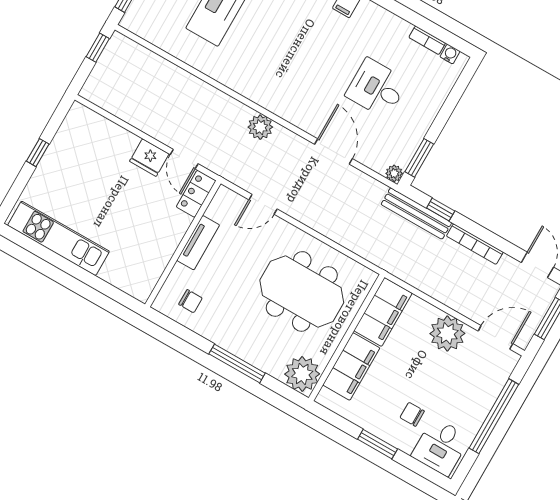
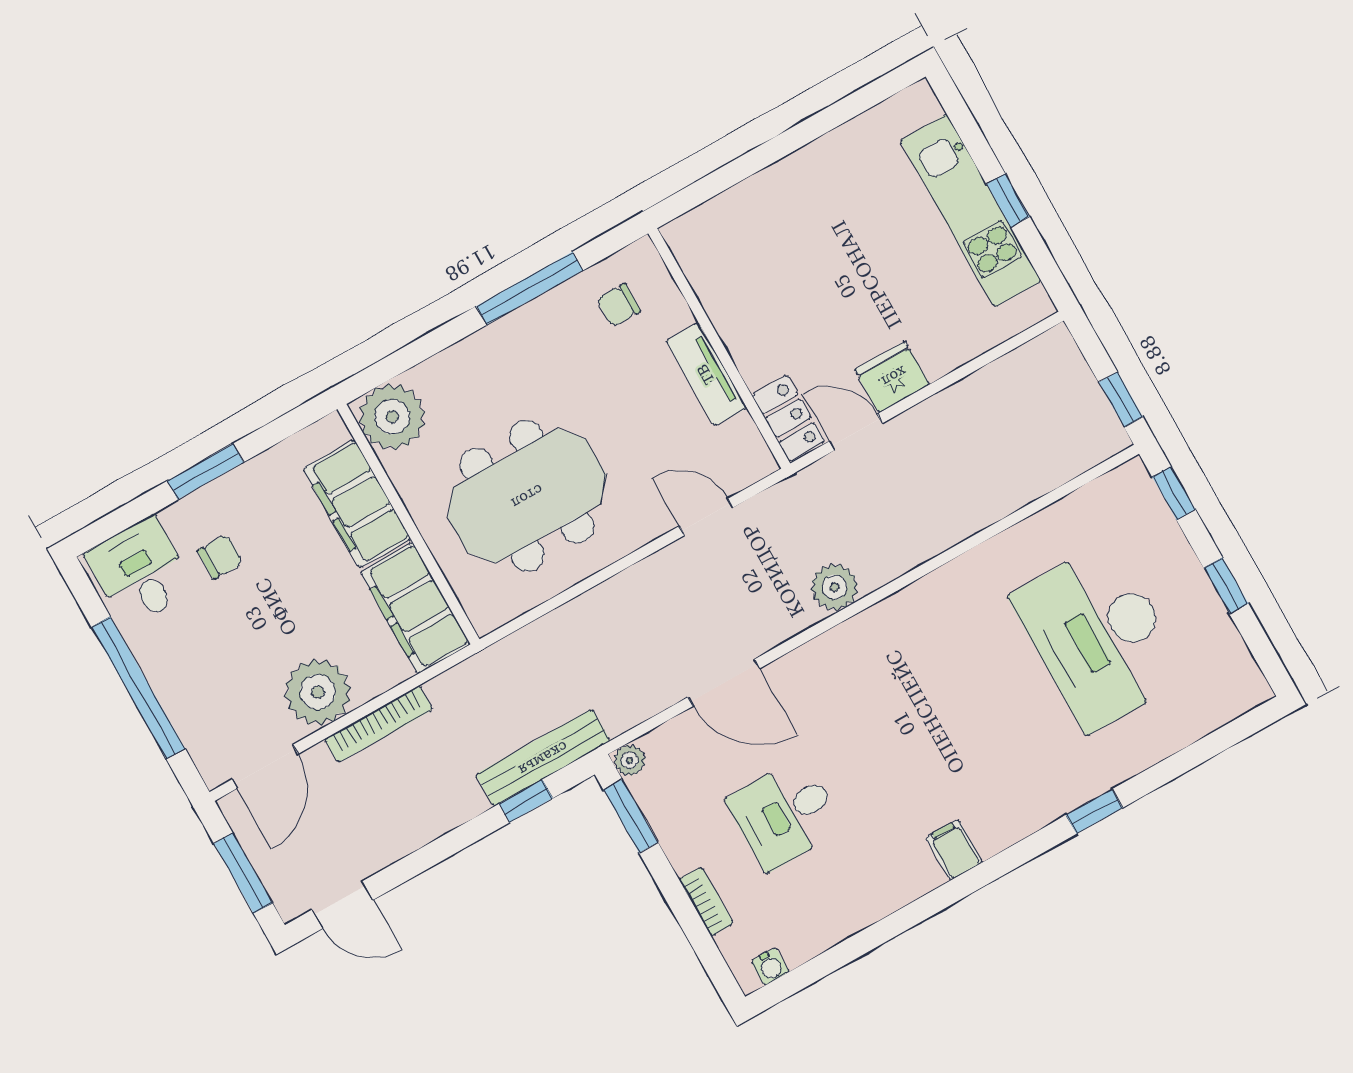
bookcase: (427, 40) -> (706, 901), moved, turned 90
desk: (377, 88) -> (785, 814), turned 180
door: (263, 204) -> (706, 517), hinge flipped
kitchen unit: (58, 238) -> (971, 211), moved, turned 90
bookcase: (475, 244) -> (379, 724), moved, turned 180
window: (237, 364) -> (530, 288), moved

